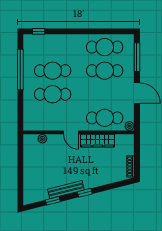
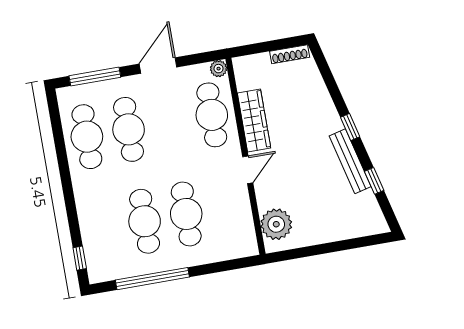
plant: (42, 139) -> (276, 224), width x1.87, depth x1.87

